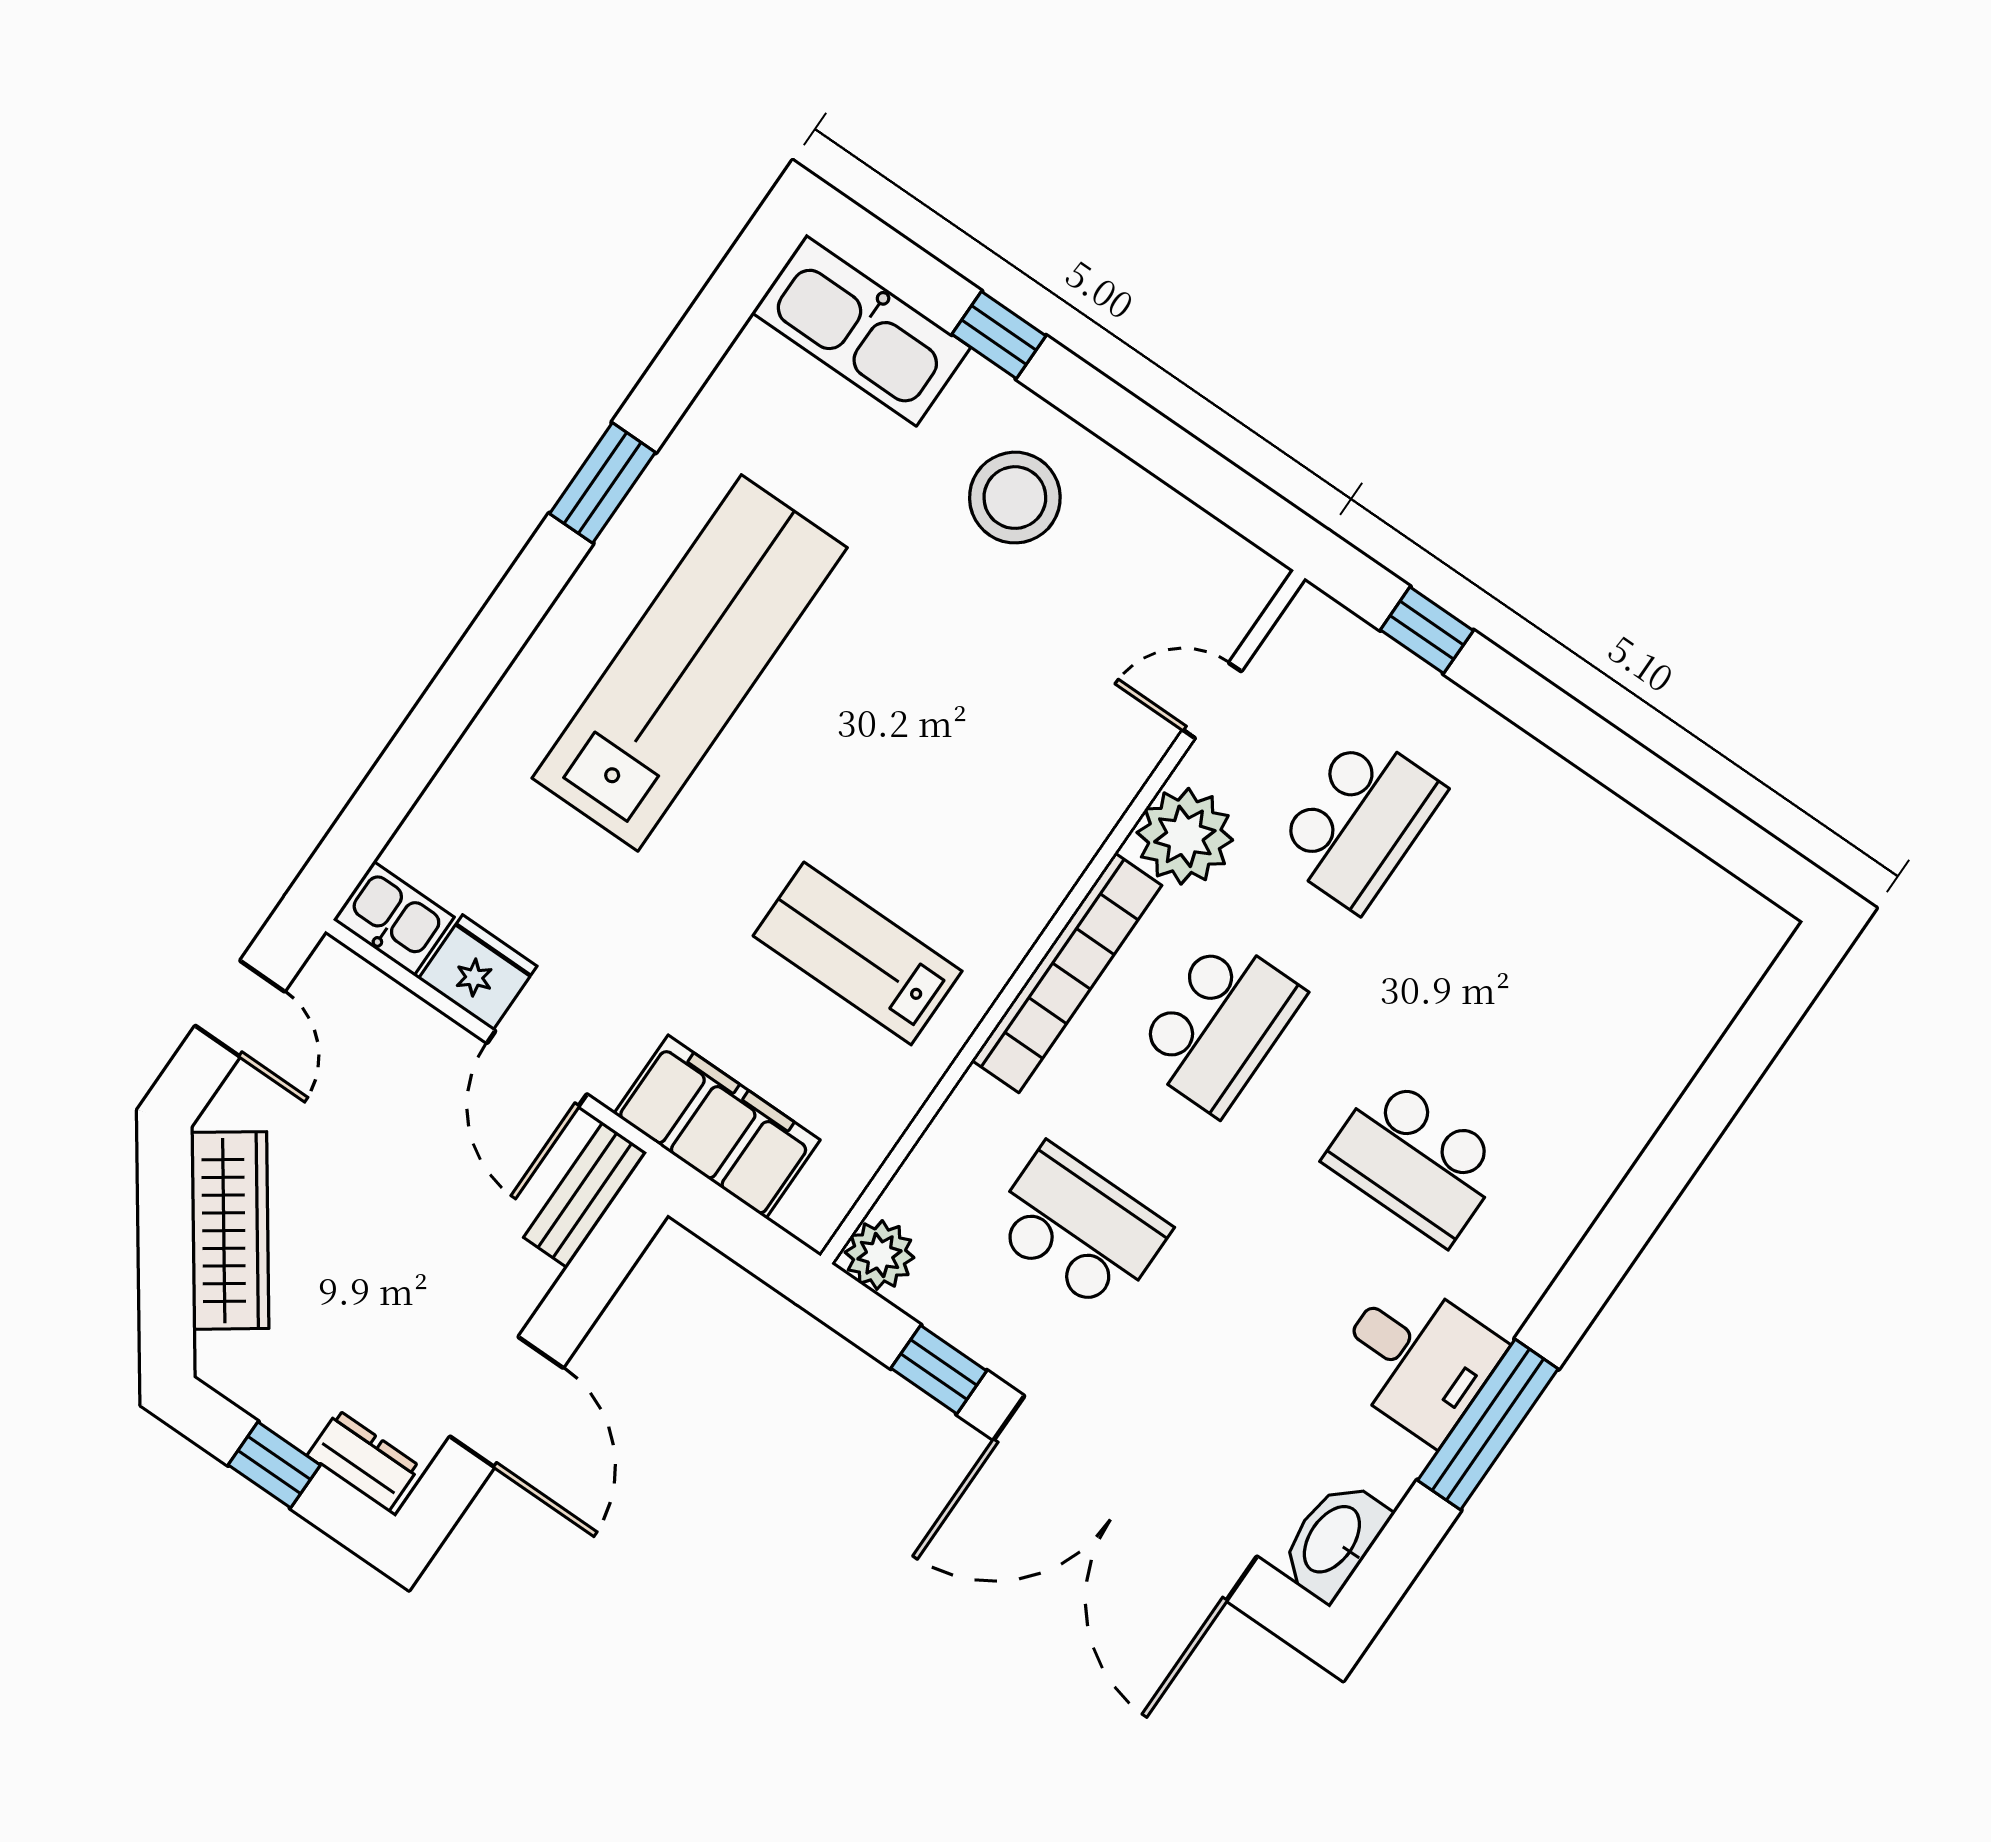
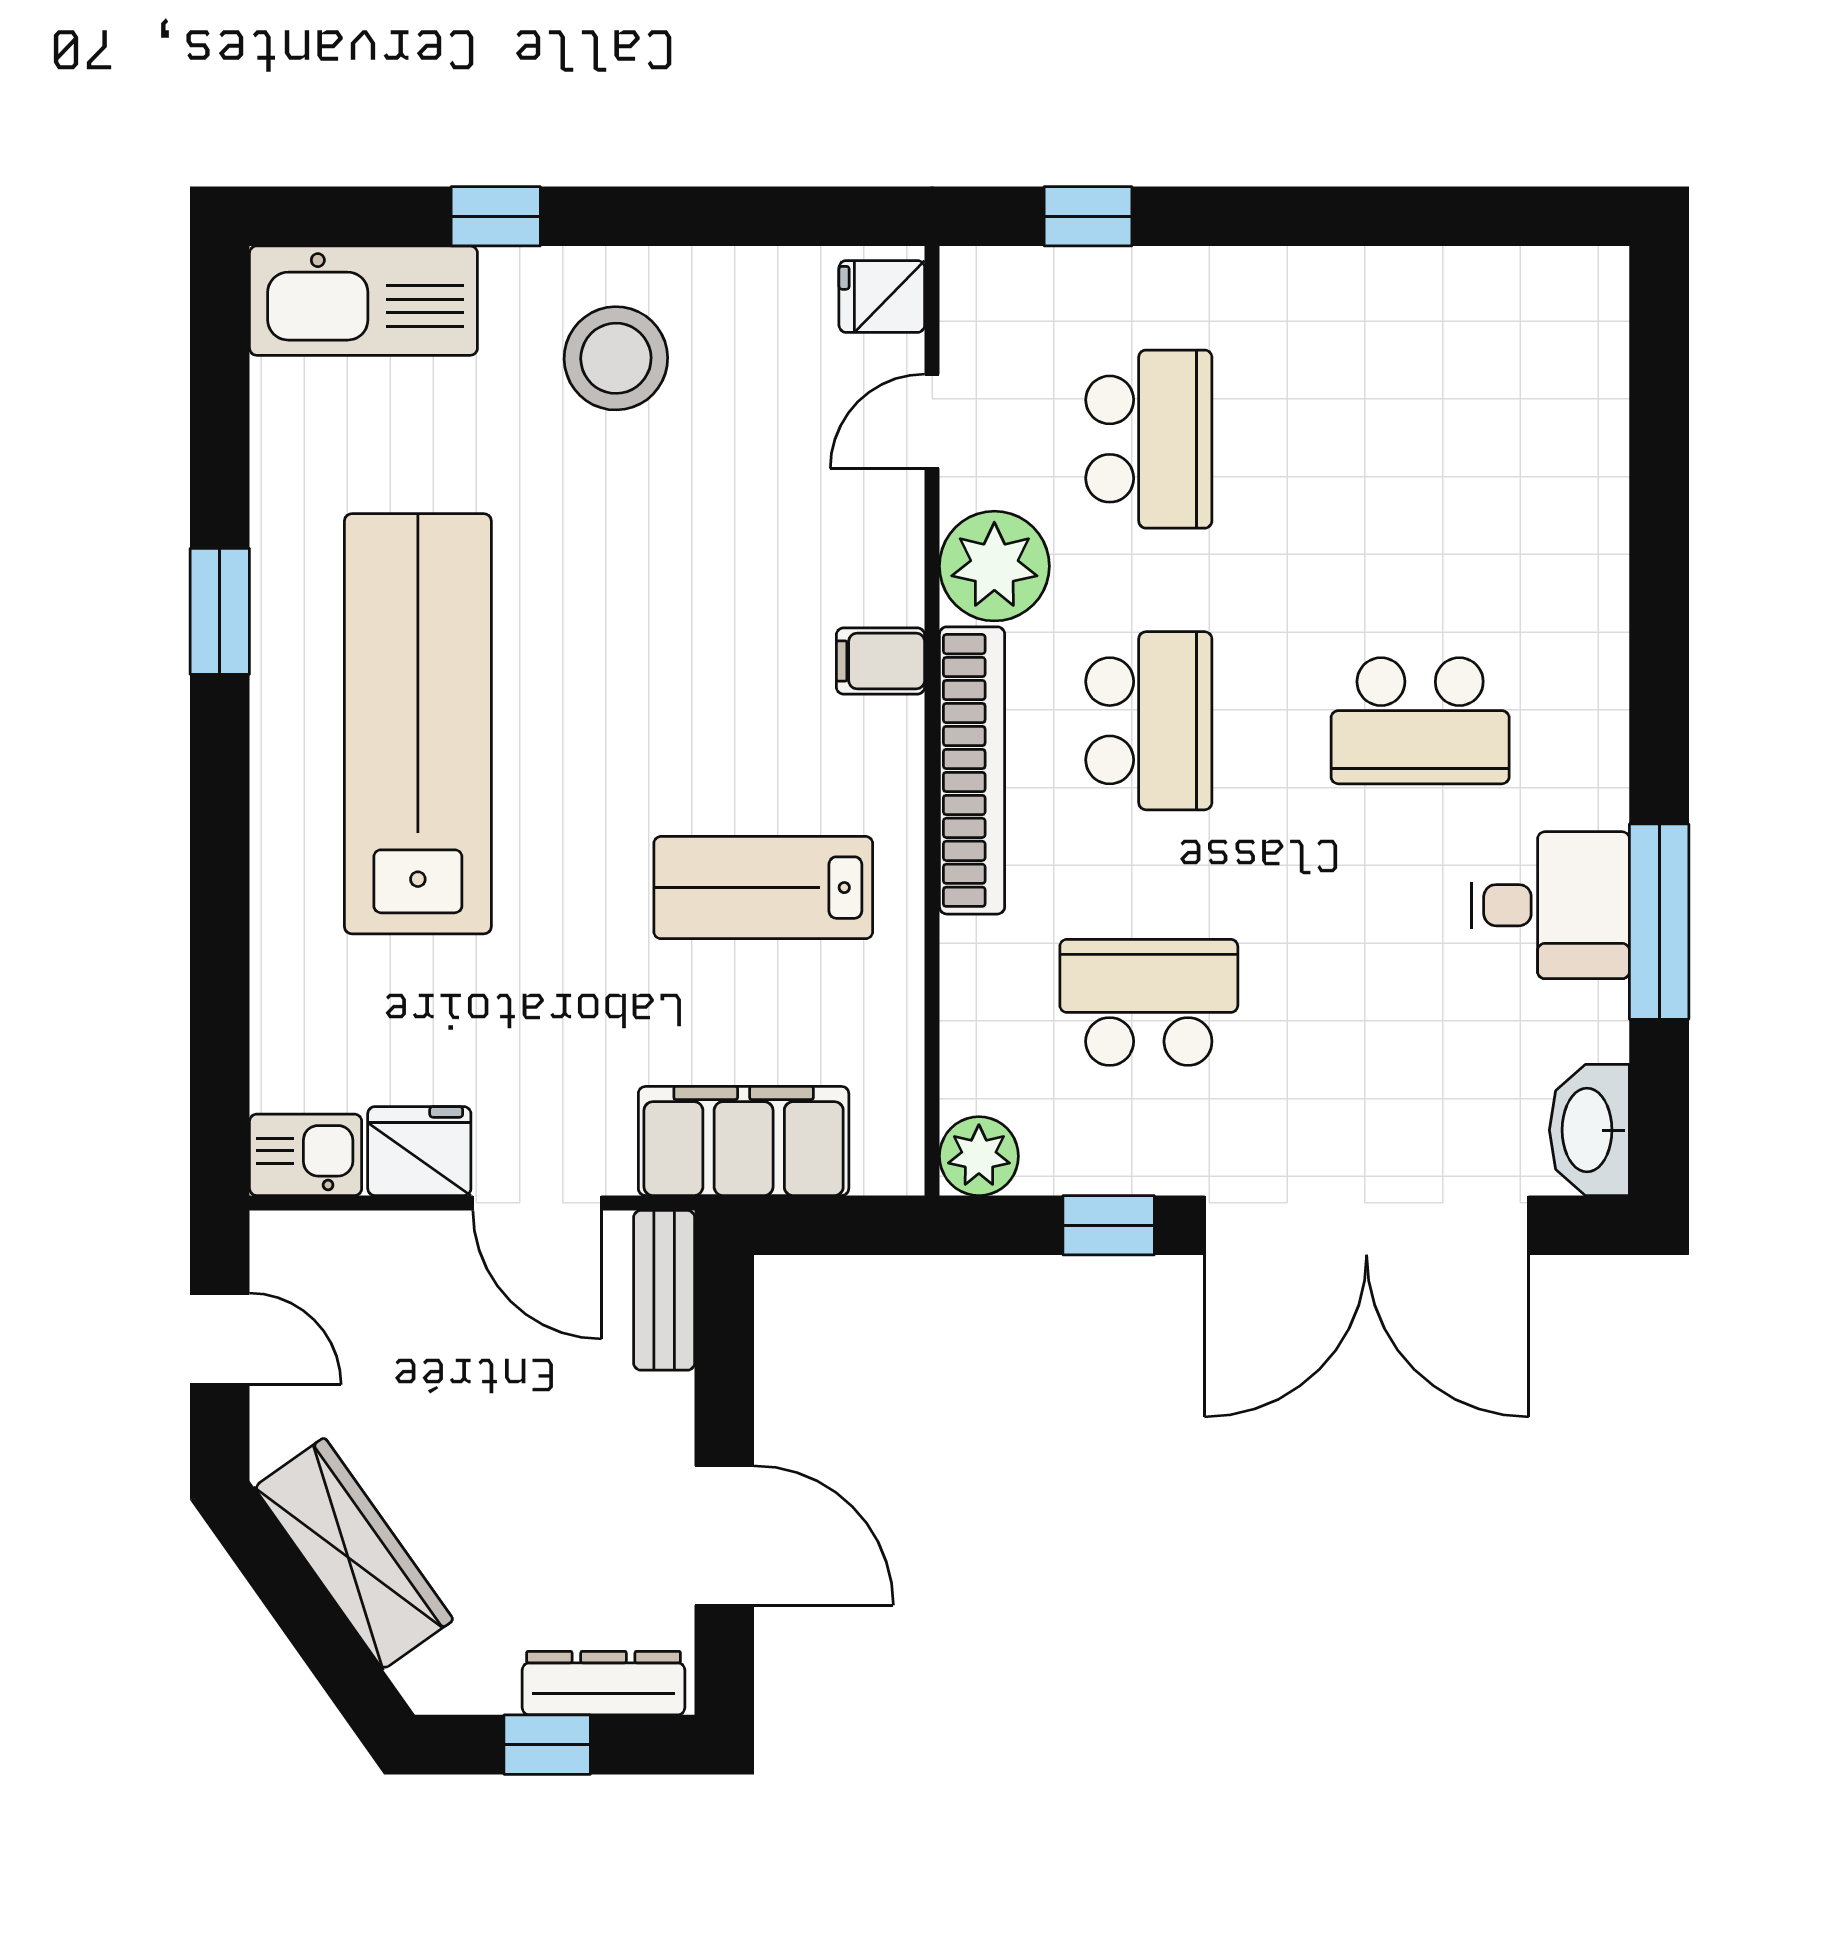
fridge: (1238, 585) -> (882, 296), added
filing cabinet: (1055, 848) -> (880, 661), added
dresser: (363, 1461) -> (603, 1683), width x1.44

